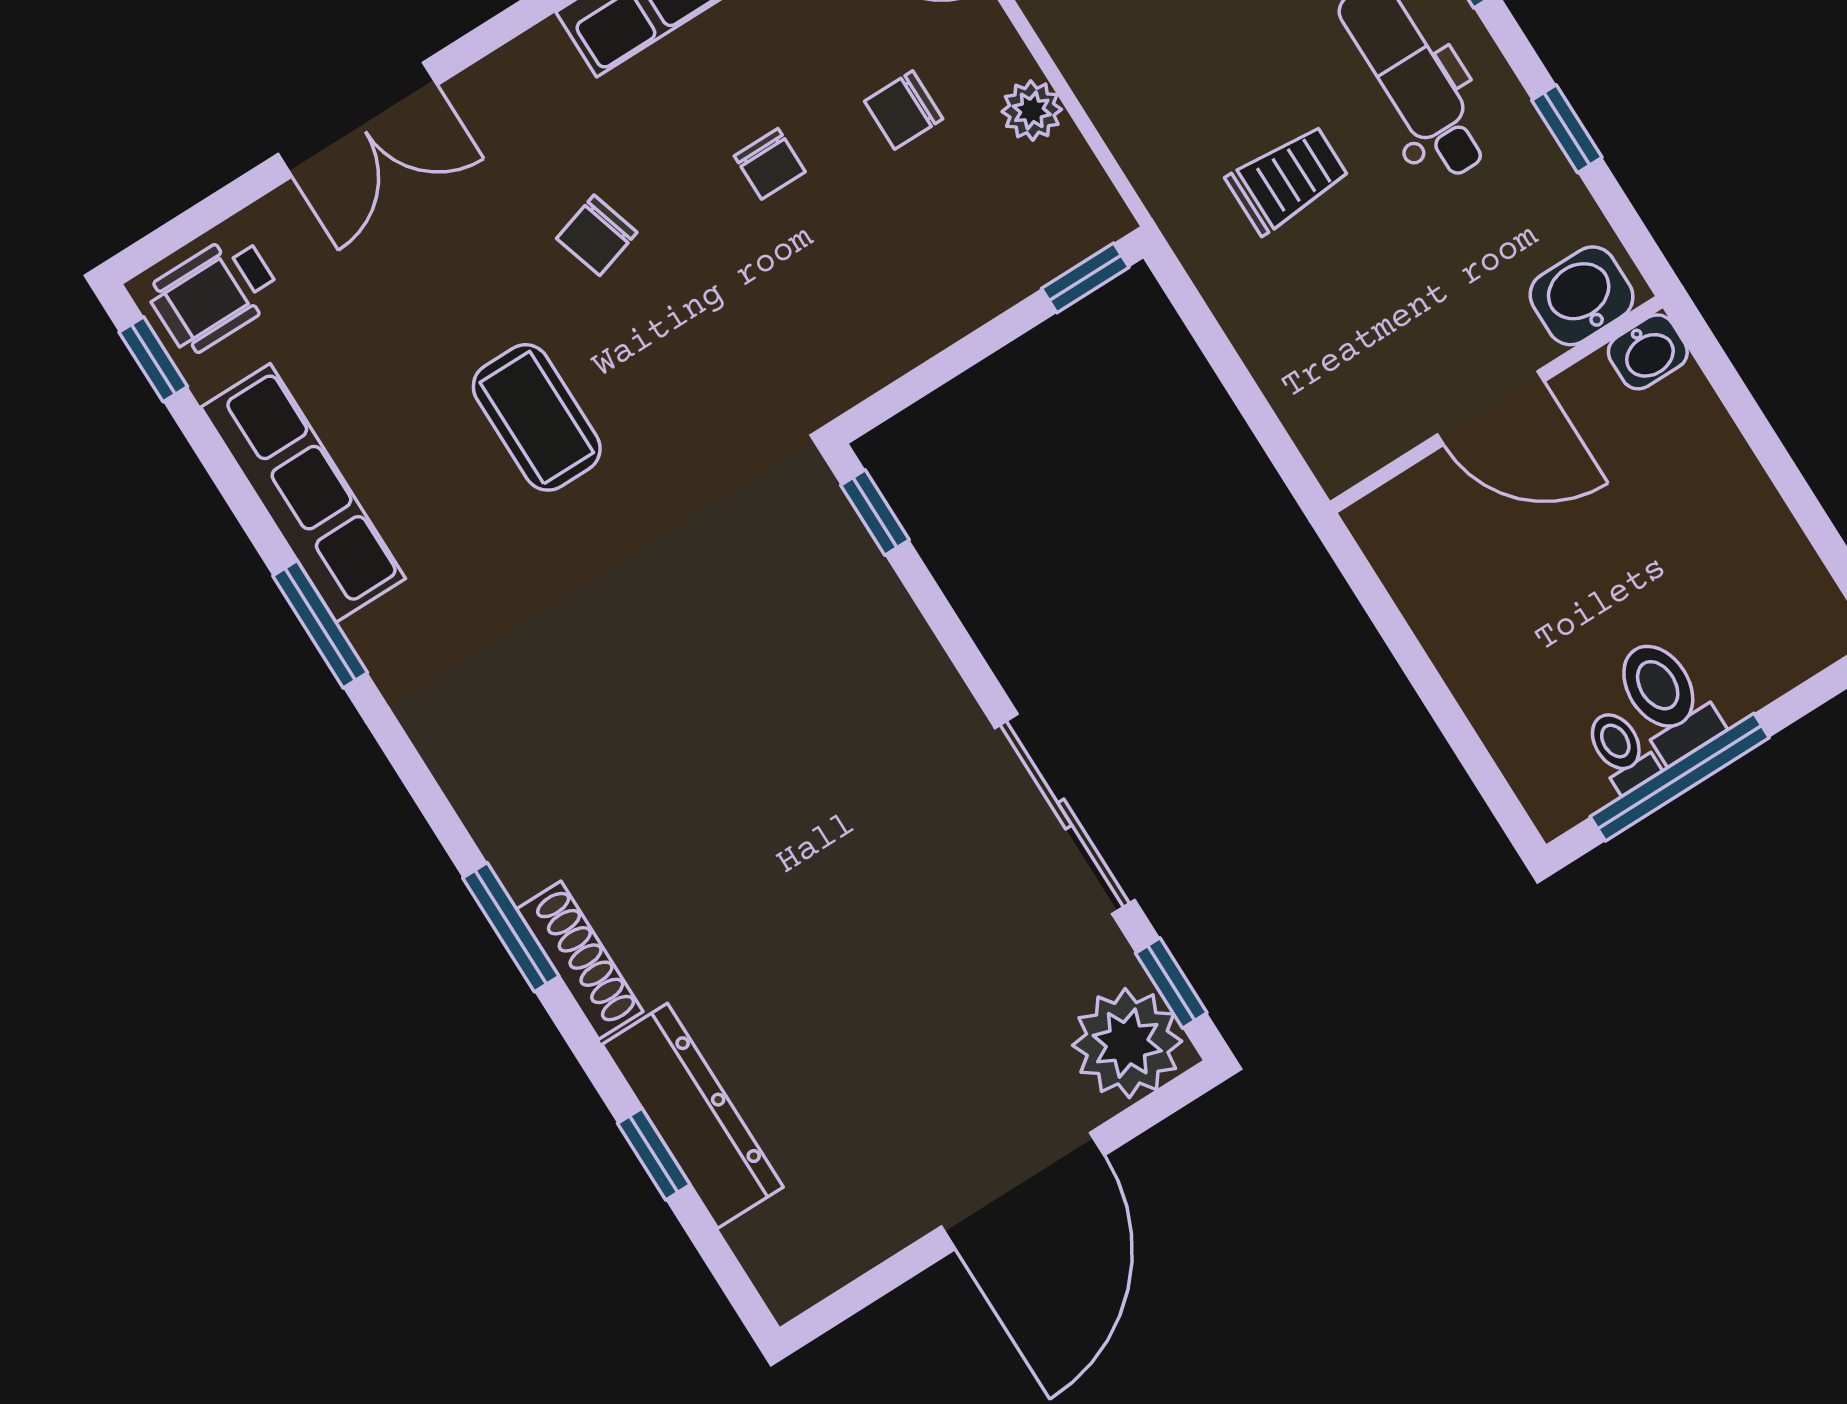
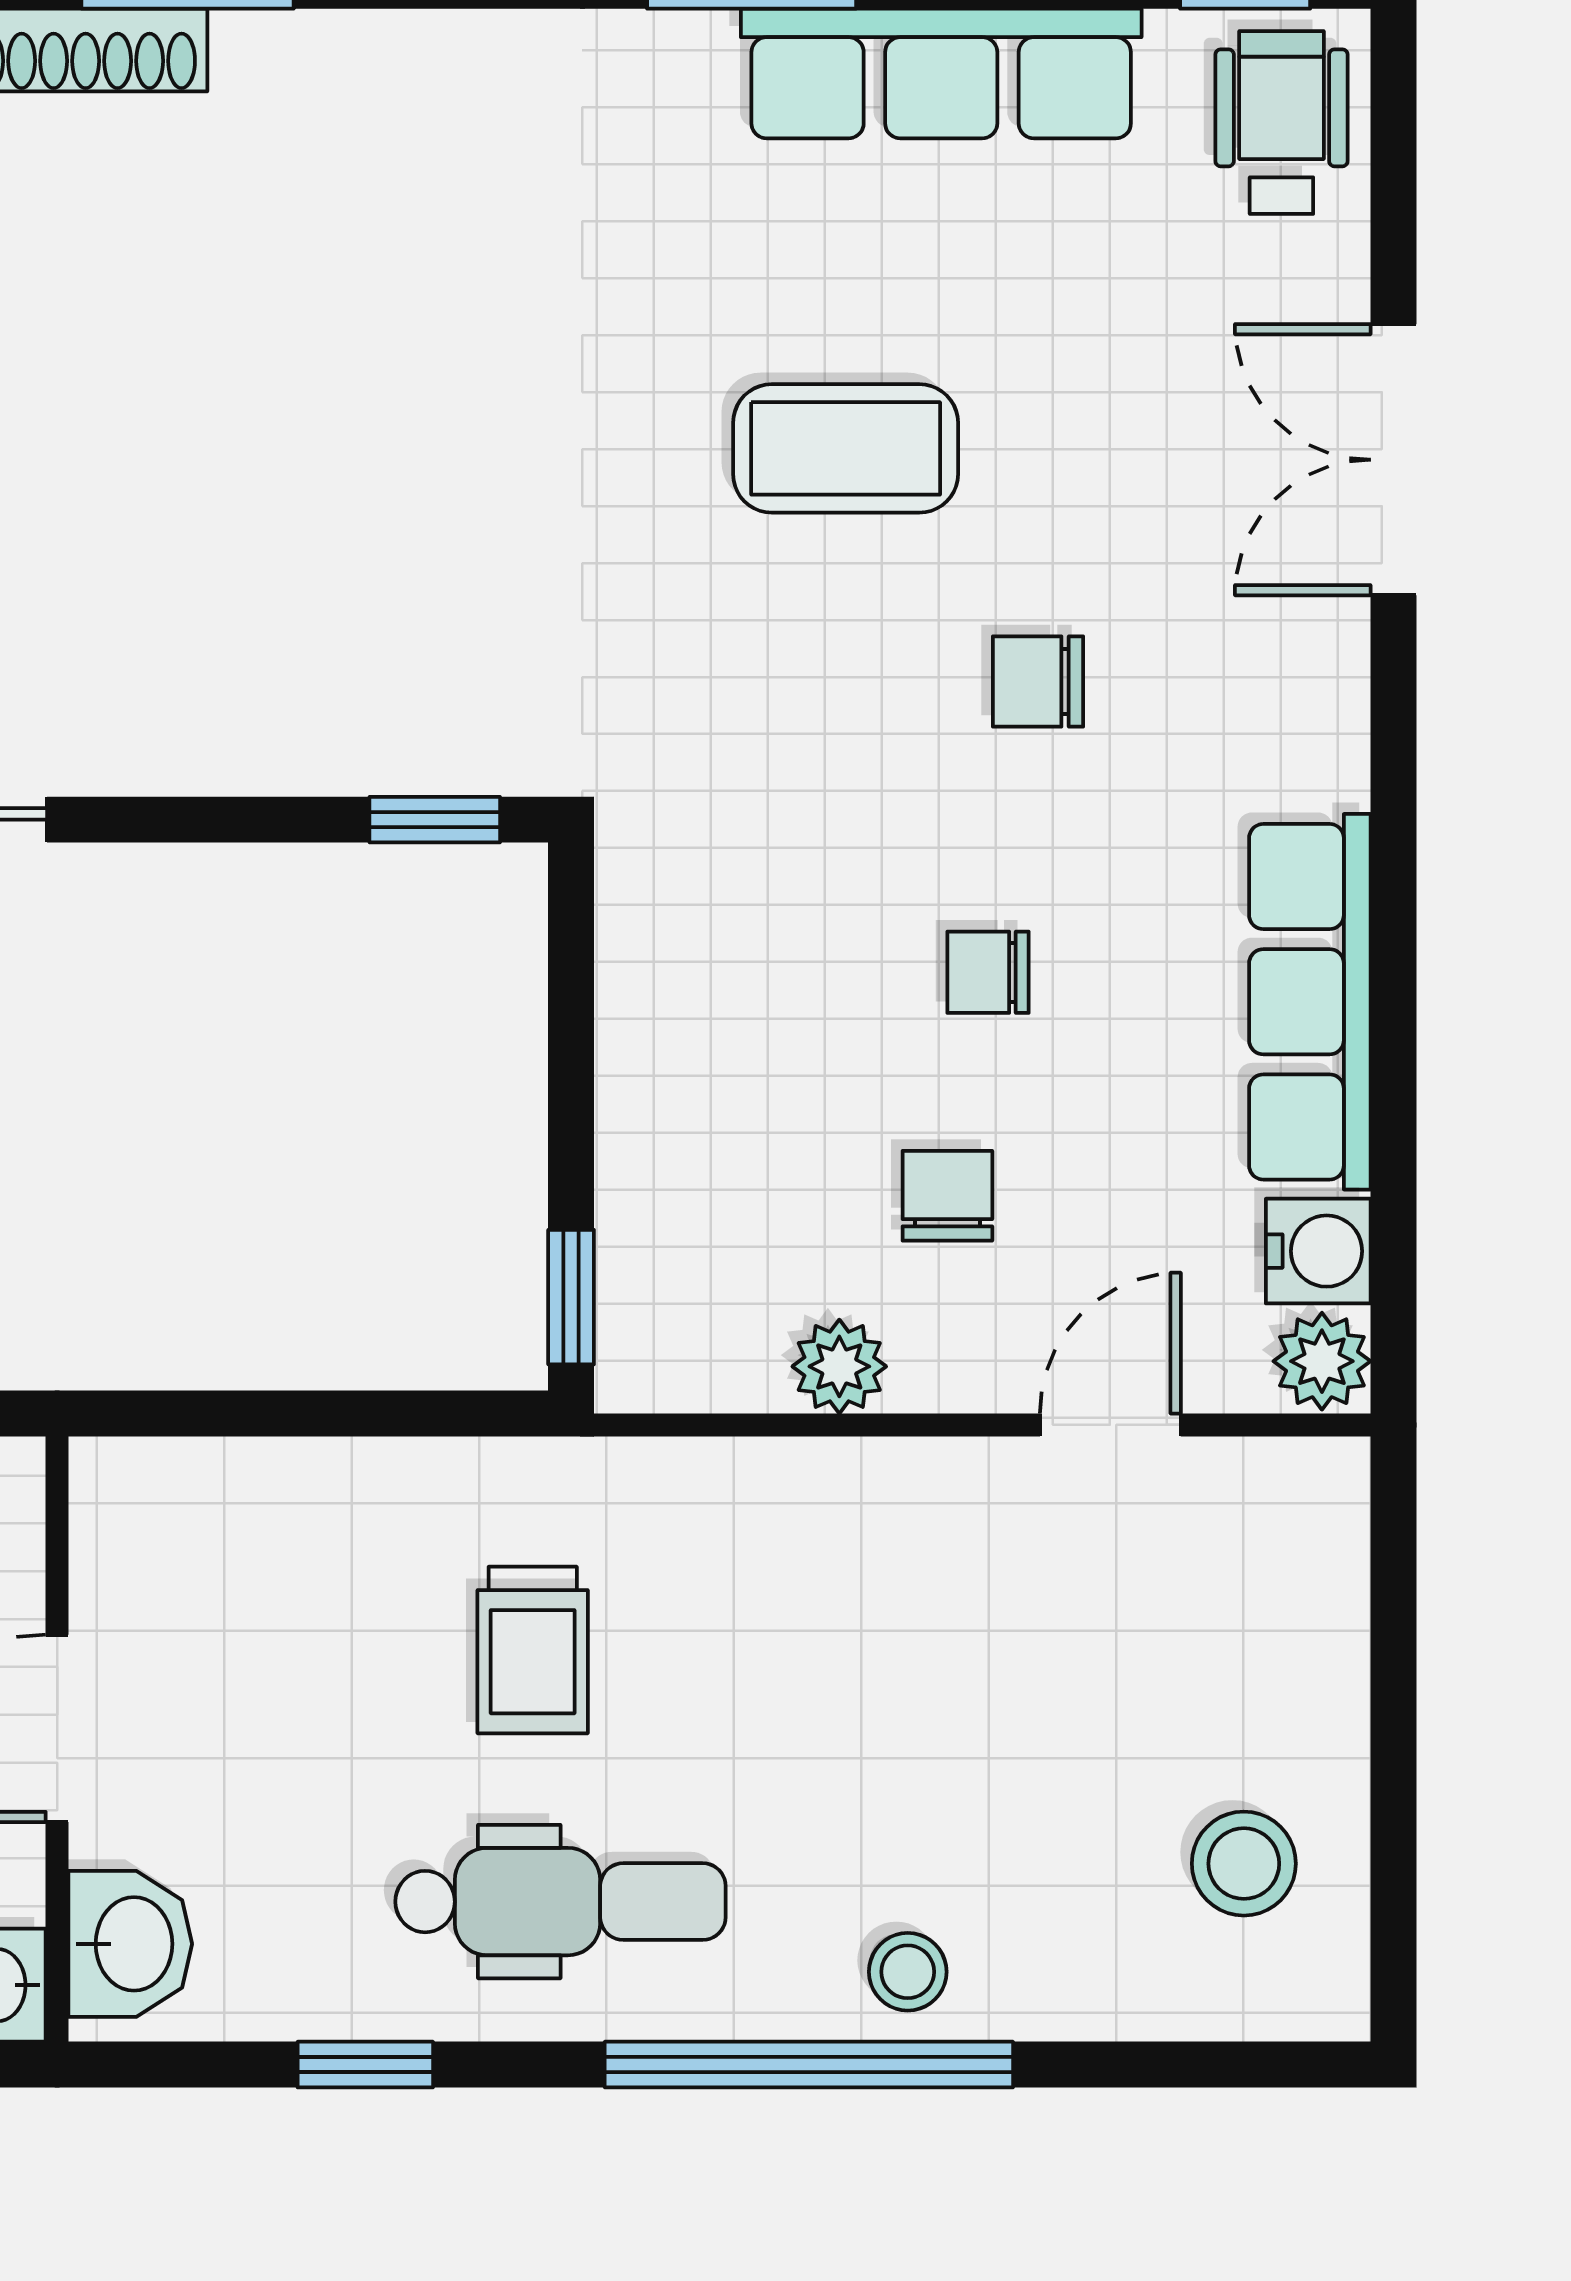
chair: (597, 235) -> (1038, 681), turned -73

